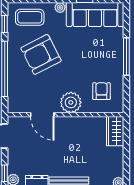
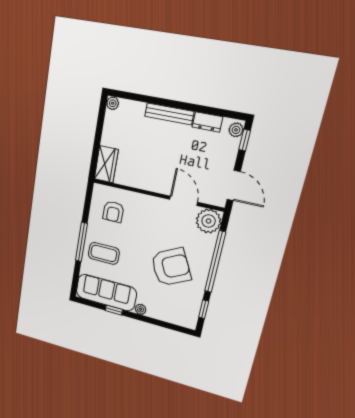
coffee table: (30, 17) -> (104, 253), moved
plant: (71, 102) -> (209, 221), moved

